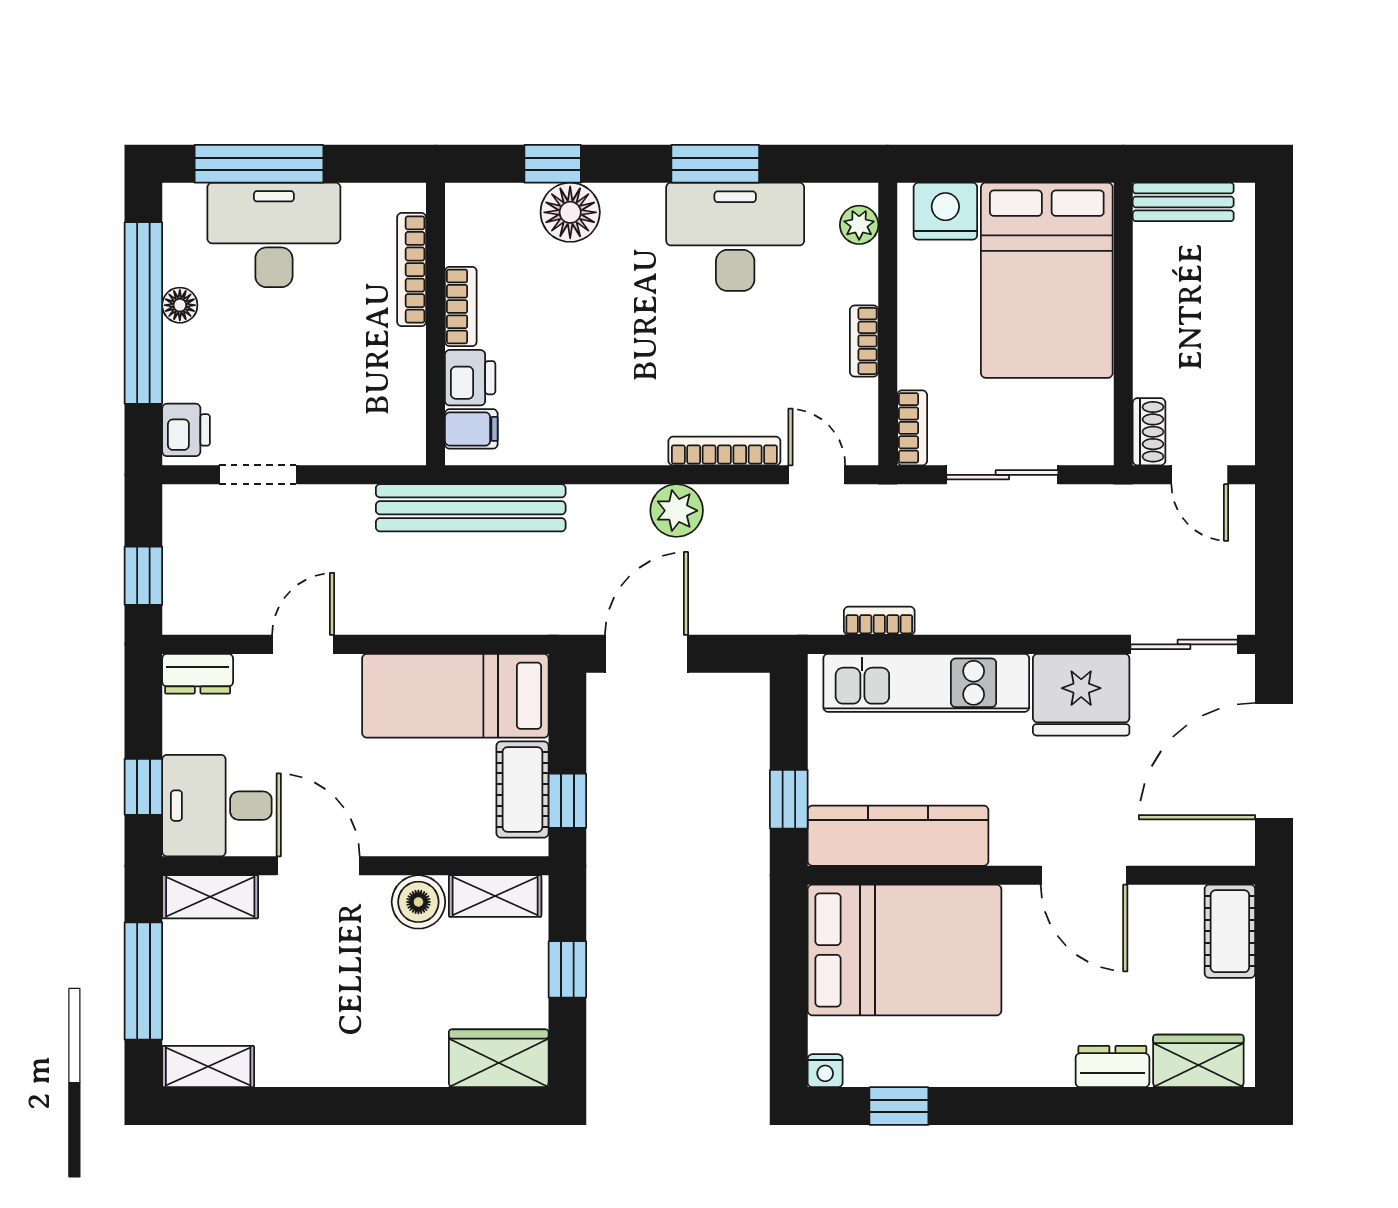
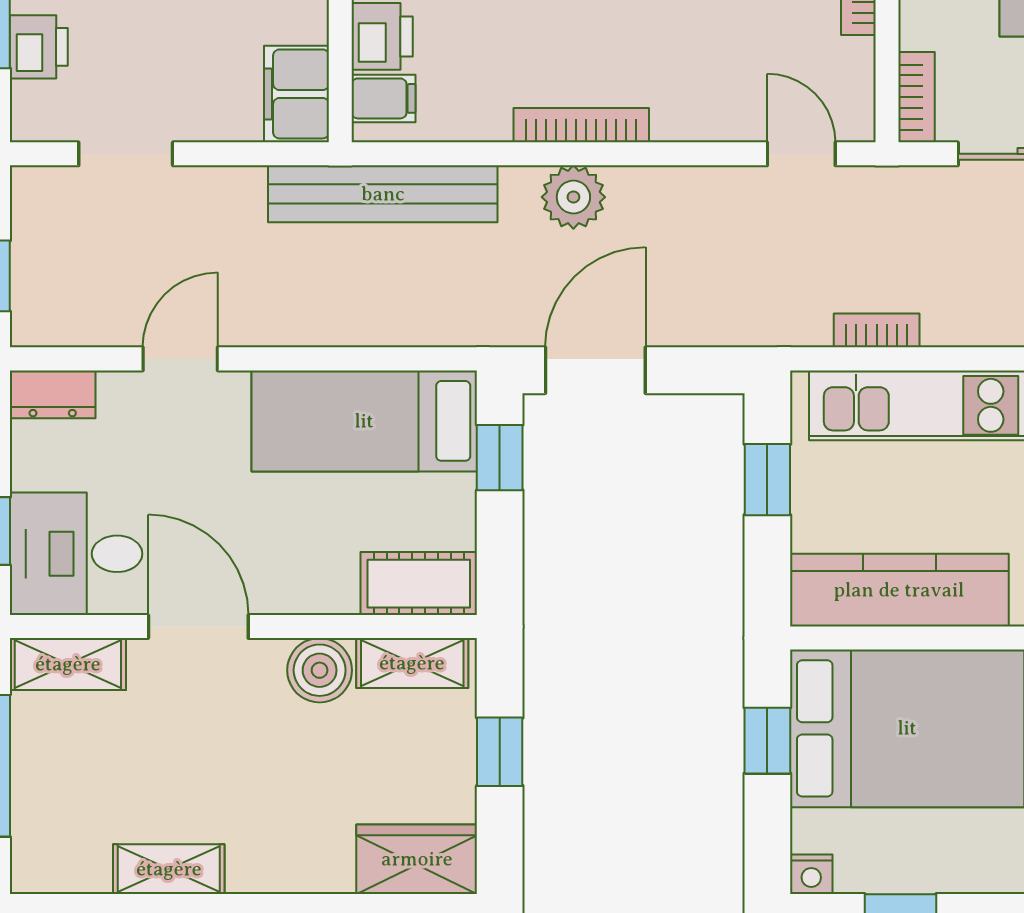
filing cabinet: (399, 425) -> (297, 94), added
printer: (186, 430) -> (39, 47), moved
bookcase: (724, 451) -> (581, 125), moved
plant: (677, 511) -> (573, 197), moved
cot: (522, 790) -> (419, 584), moved, turned 90
window: (789, 799) -> (767, 480), moved
window: (567, 801) -> (500, 458), moved
window: (789, 960) -> (767, 741), added
shelving: (208, 1067) -> (169, 869), moved

